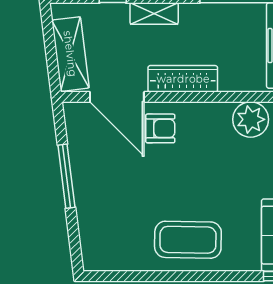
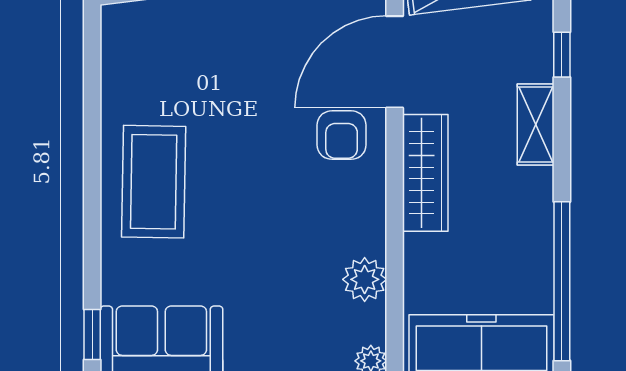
plant: (251, 119) -> (365, 279), width x0.73, depth x0.73

